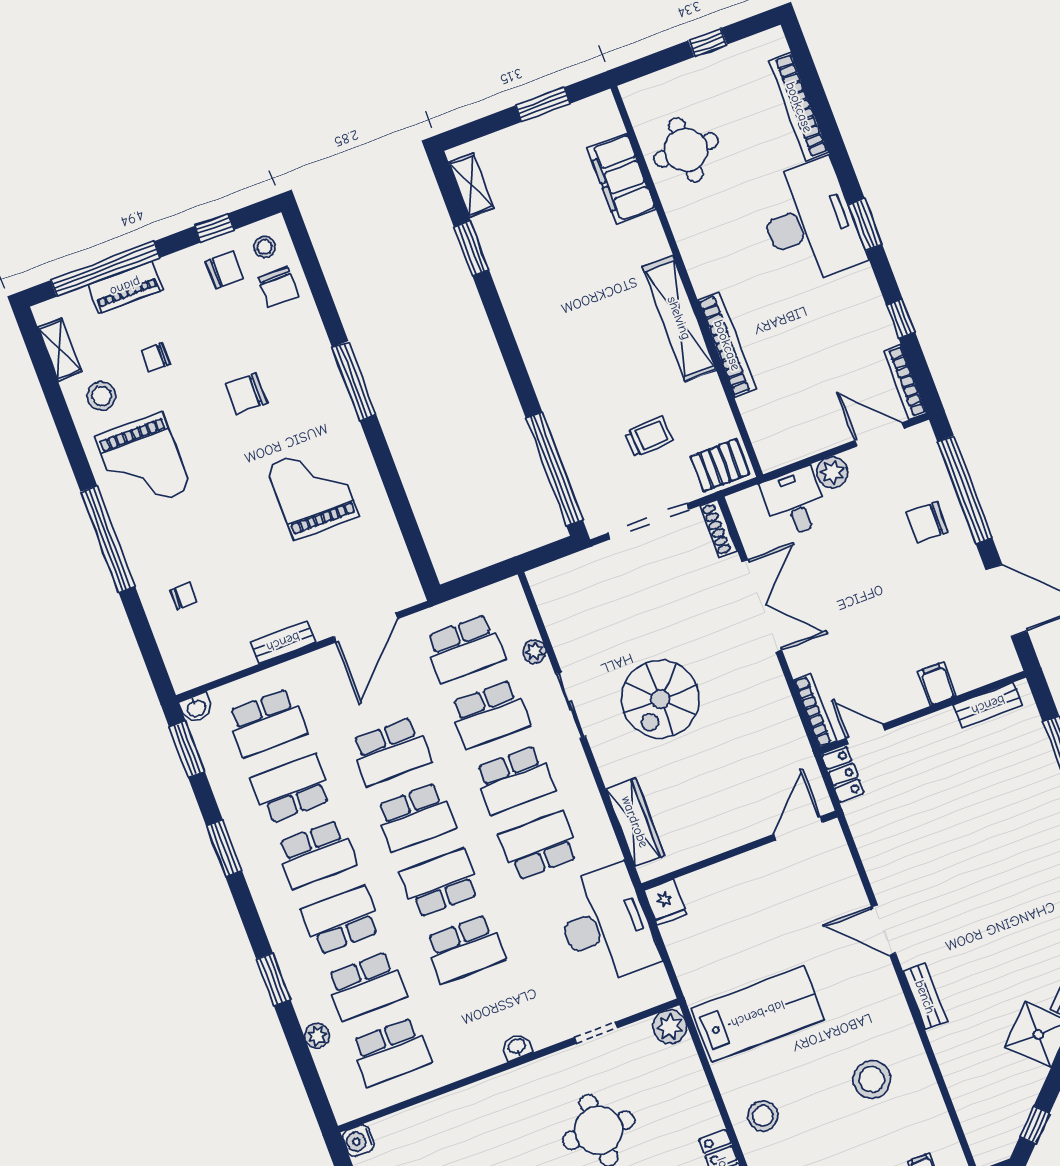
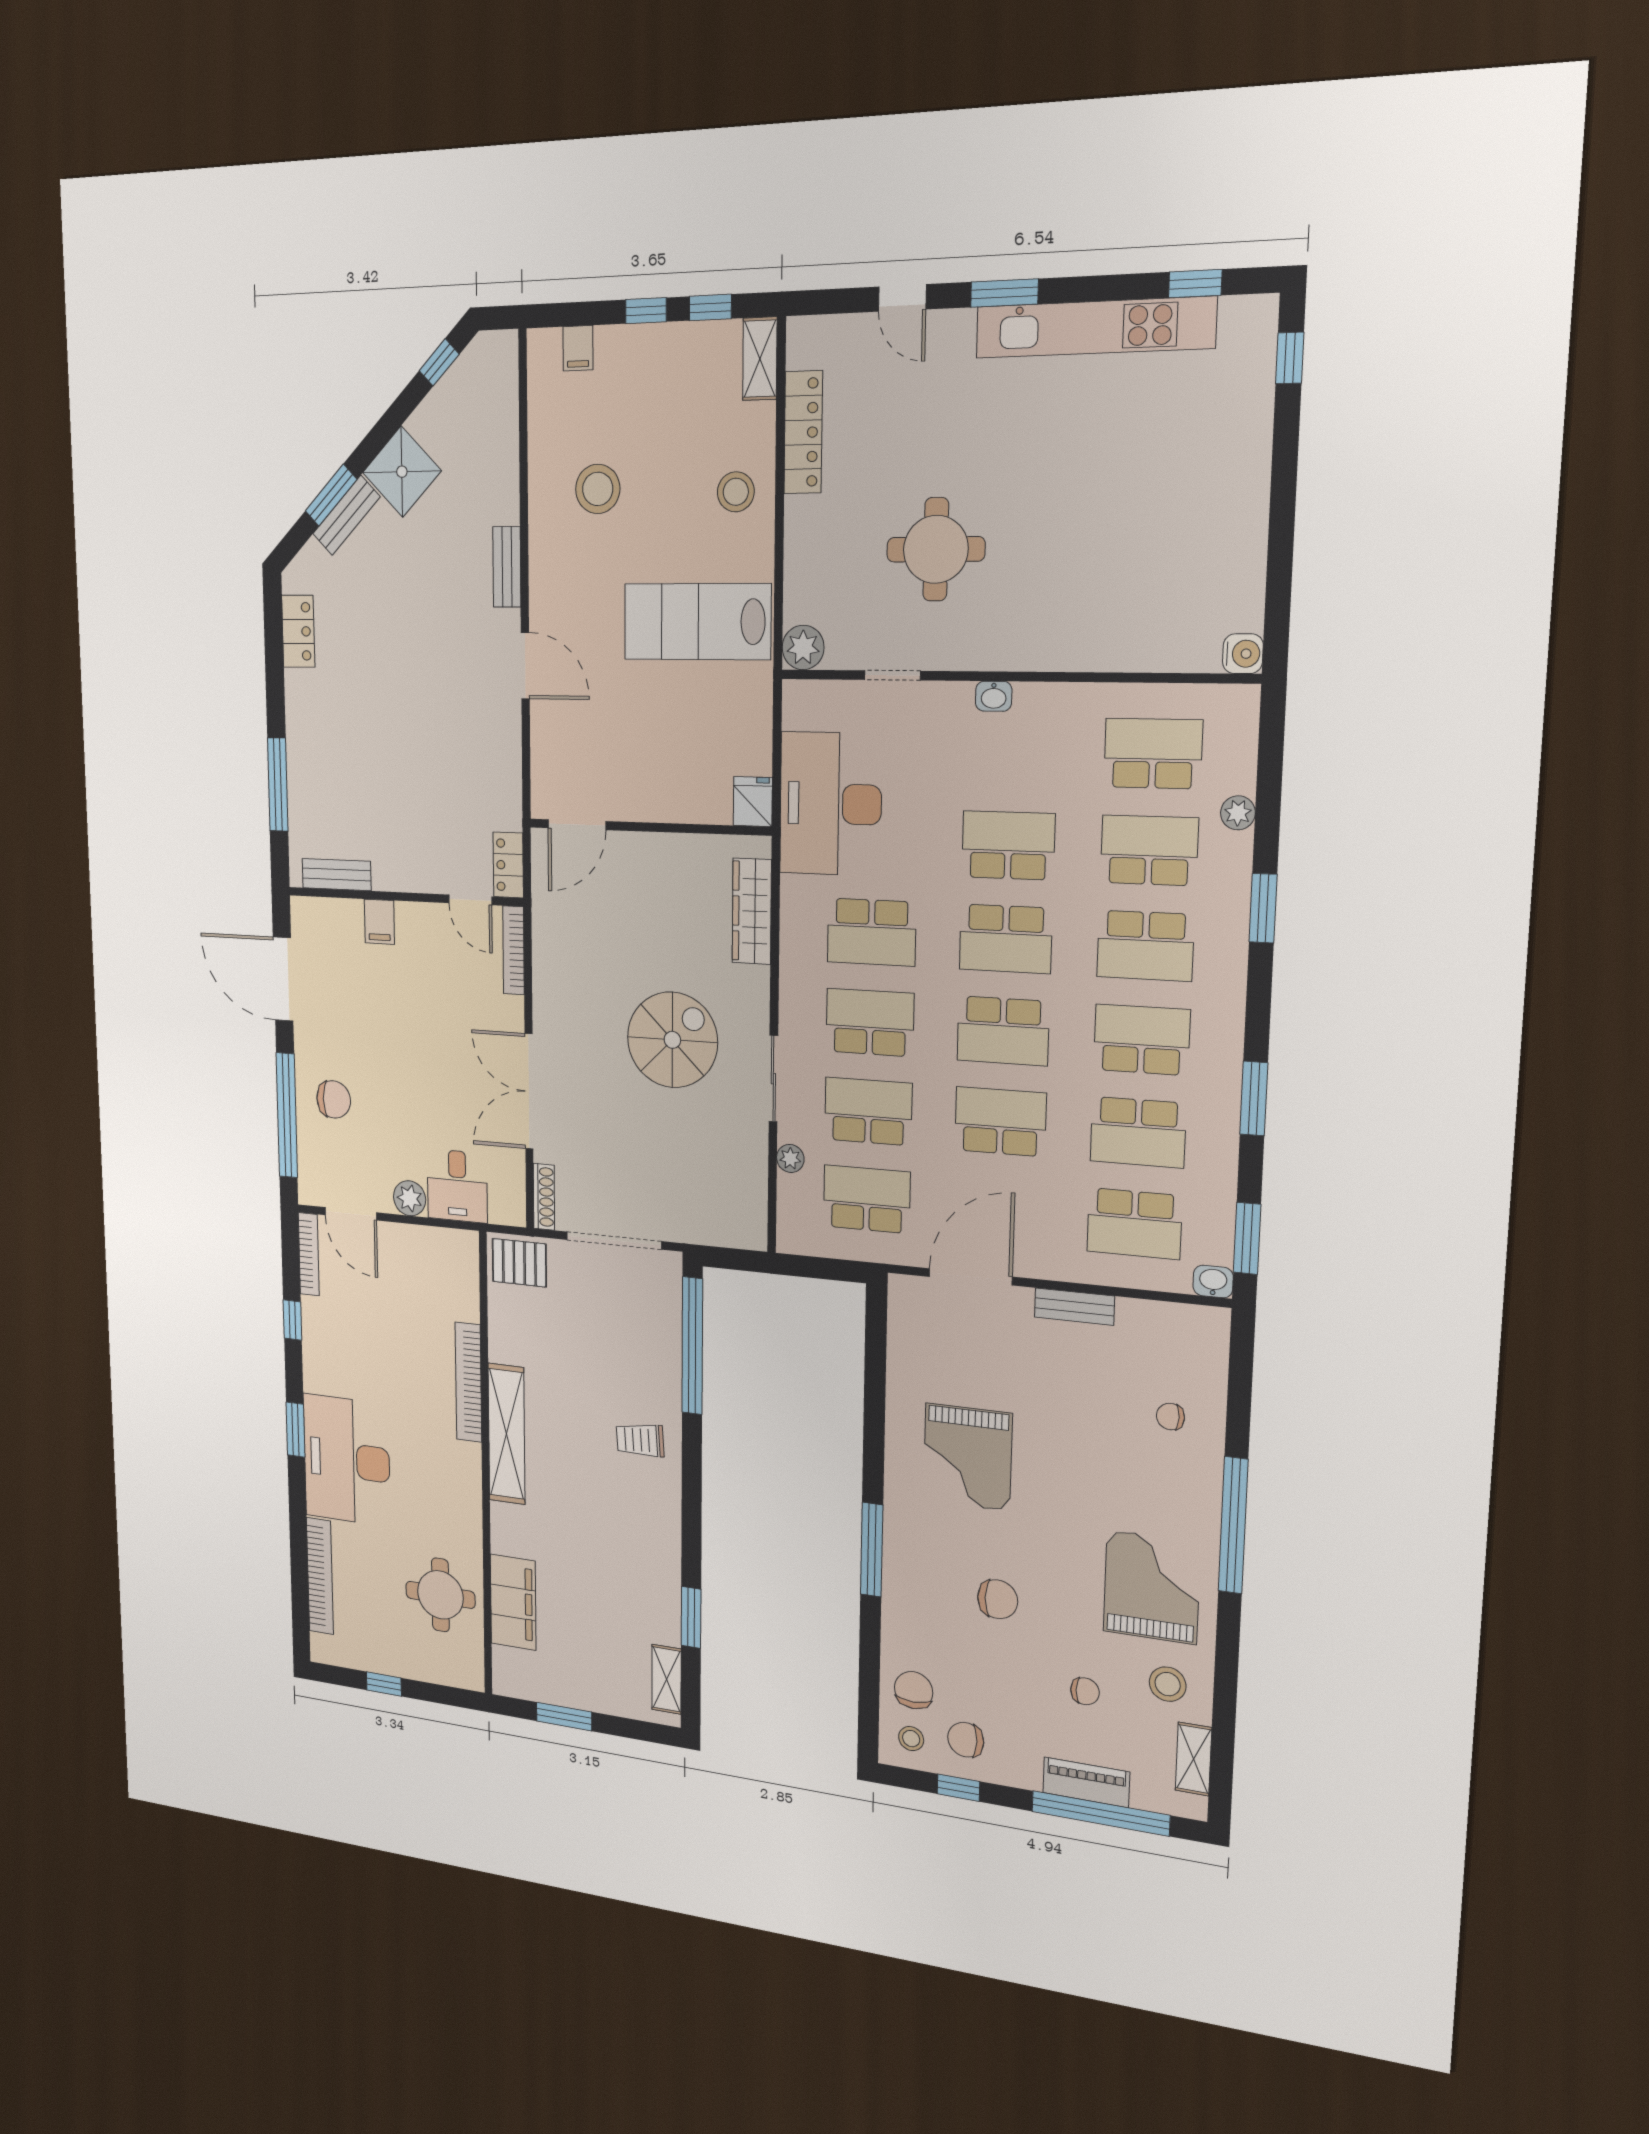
trolley: (649, 436) -> (640, 1440), moved
school desk: (267, 723) -> (1134, 1224), turned 180
school desk: (415, 817) -> (1003, 1031), turned 180

